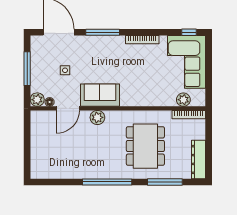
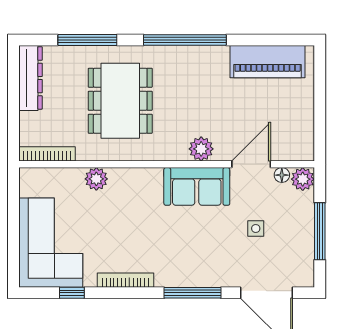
window: (189, 32) -> (72, 293), moved
plant: (183, 100) -> (96, 179), moved
piano: (58, 169) -> (268, 62), added

